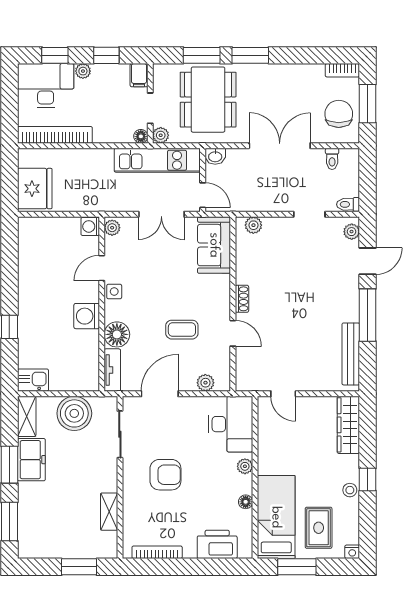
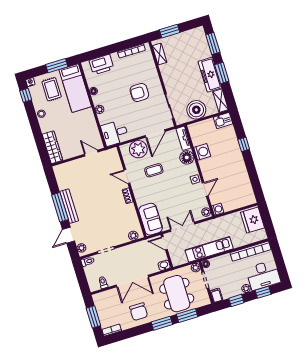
chair: (339, 114) -> (139, 312), moved
kitchen unit: (157, 160) -> (209, 249), moved
washing machine: (87, 316) -> (202, 152), moved
bench: (351, 354) -> (69, 206), moved
plant: (205, 383) -> (138, 149), width x1.88, depth x1.88
desk: (231, 424) -> (115, 133), width x0.73
freezer: (31, 460) -> (210, 75), width x1.40
window: (368, 480) -> (26, 95), moved
shelving: (109, 512) -> (160, 54), moved

